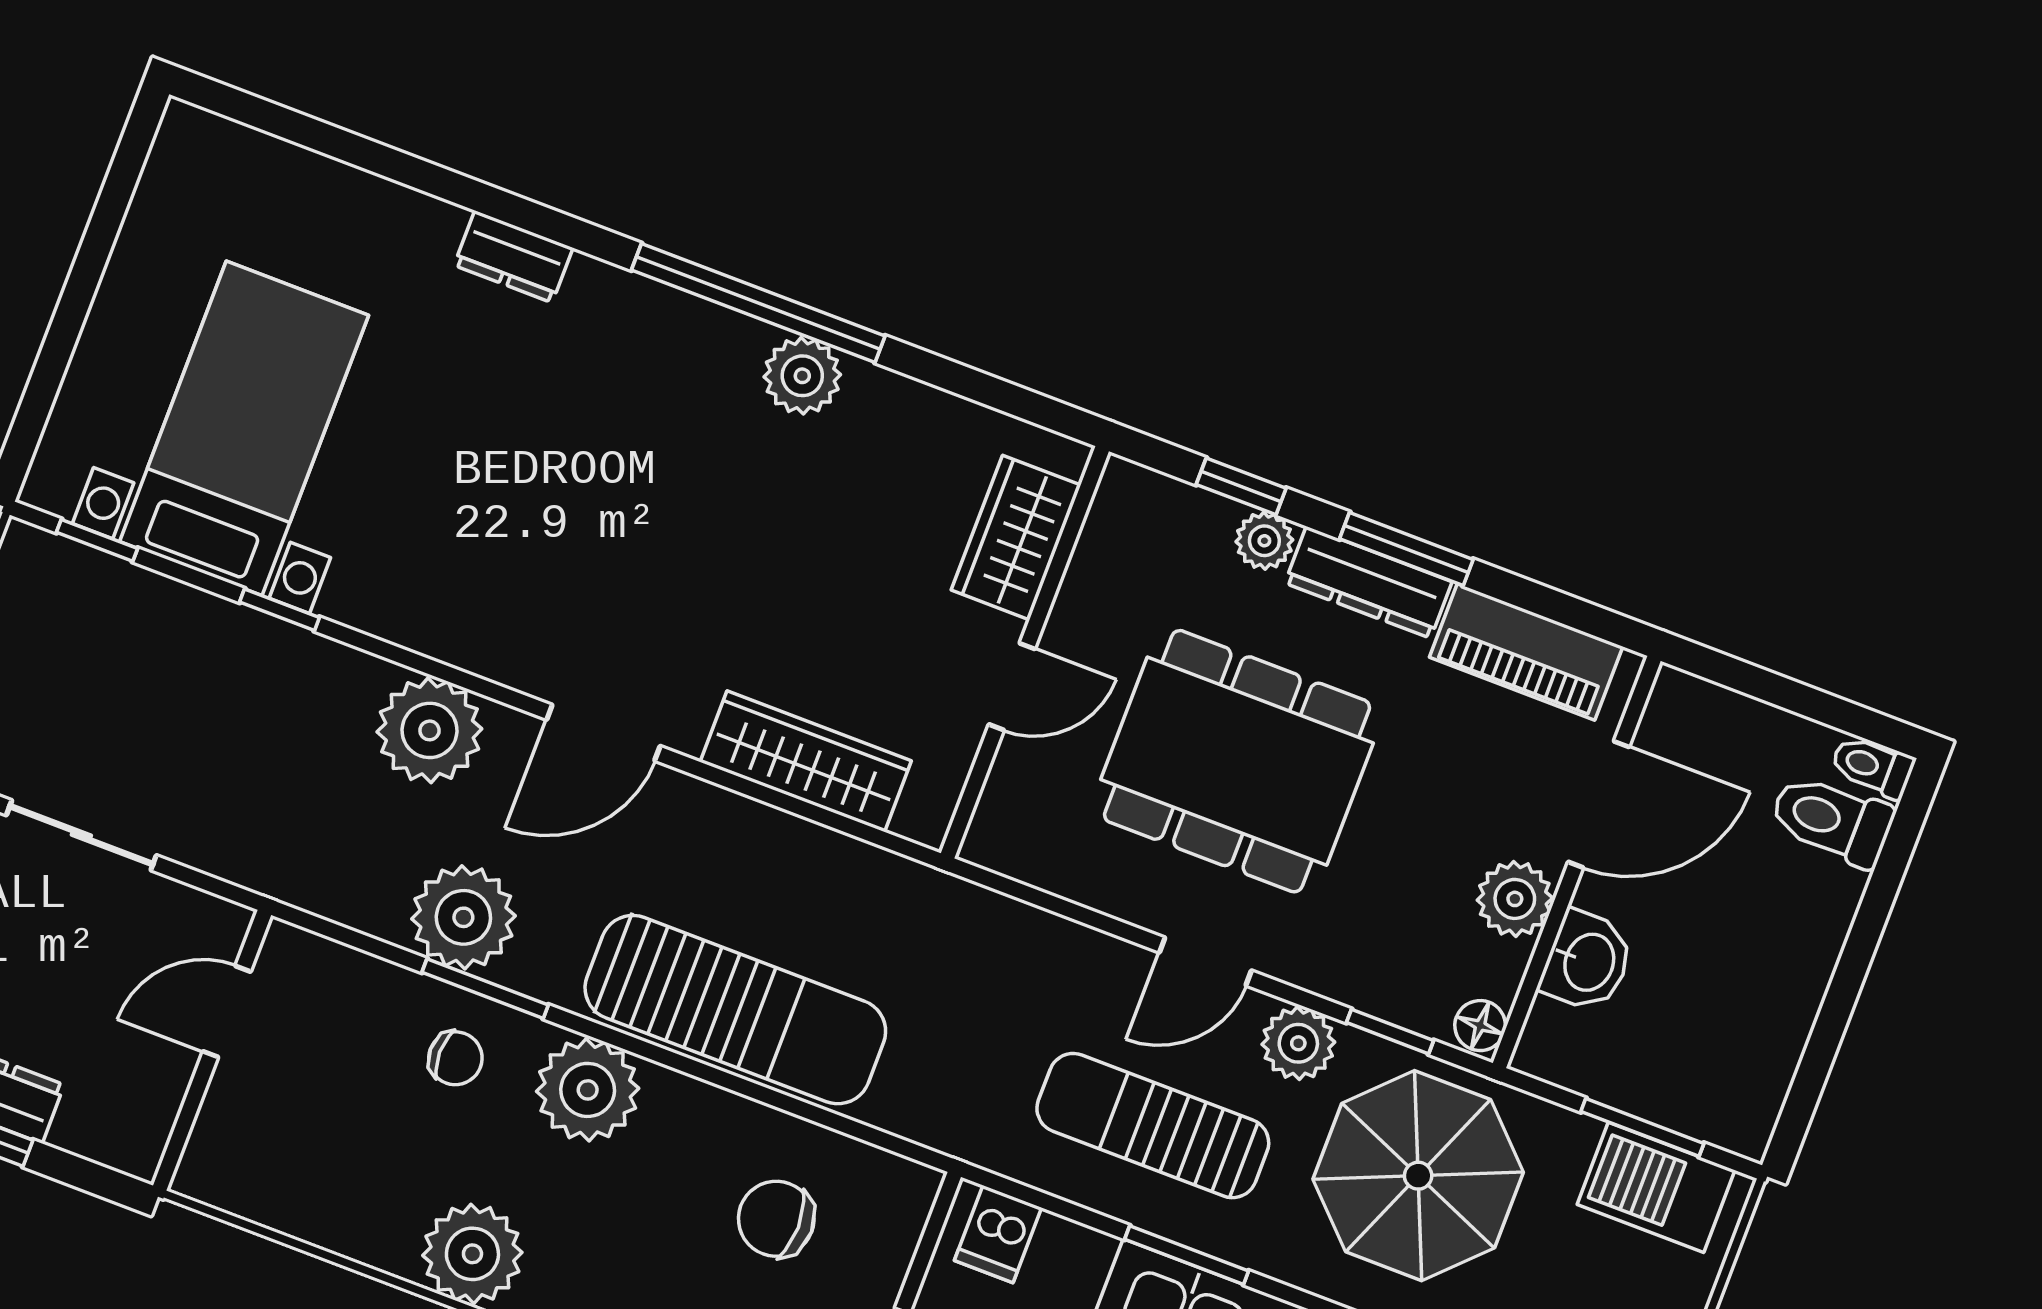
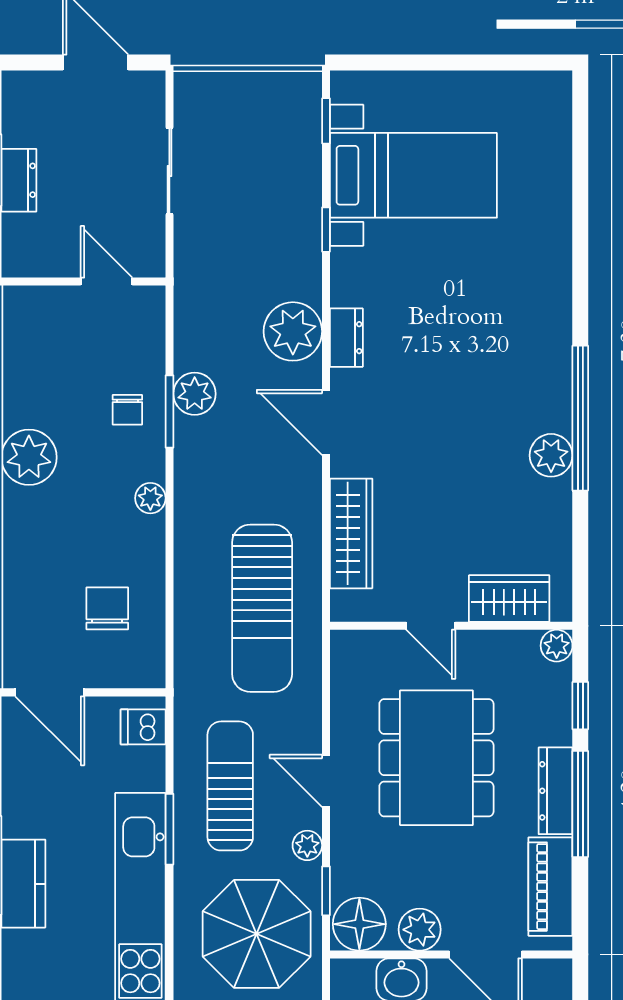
dresser: (513, 257) -> (346, 338), moved, turned 180
plant: (1264, 541) -> (557, 646), moved
window: (1406, 549) -> (580, 804), width x1.44
plant: (463, 917) -> (195, 394), width x0.73, depth x0.73
sun lounger: (735, 1010) -> (262, 608), moved
floor lamp: (1480, 1026) -> (359, 924), width x1.89, depth x1.89
plant: (1298, 1043) -> (307, 845), width x0.73, depth x0.73
plant: (588, 1090) -> (150, 498), width x0.53, depth x0.53

